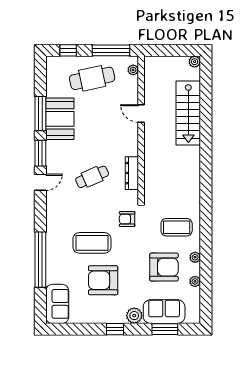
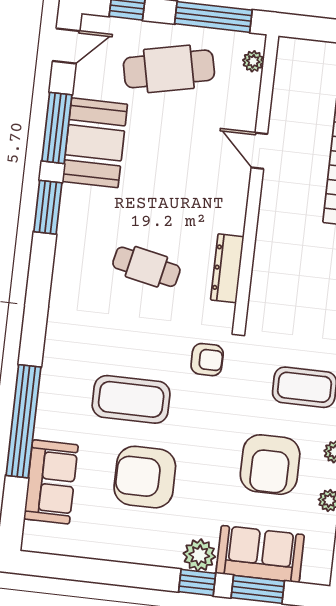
cafe table: (92, 177) -> (146, 267), turned 36
door: (40, 182) -> (66, 46), moved
armchair: (127, 219) -> (207, 360), turned 180
armchair: (164, 267) -> (270, 465), turned 90
sofa: (57, 304) -> (51, 482), moved
window: (115, 329) -> (197, 582), moved

